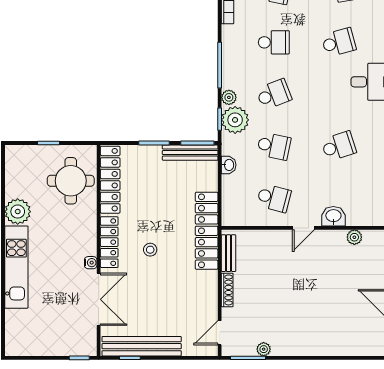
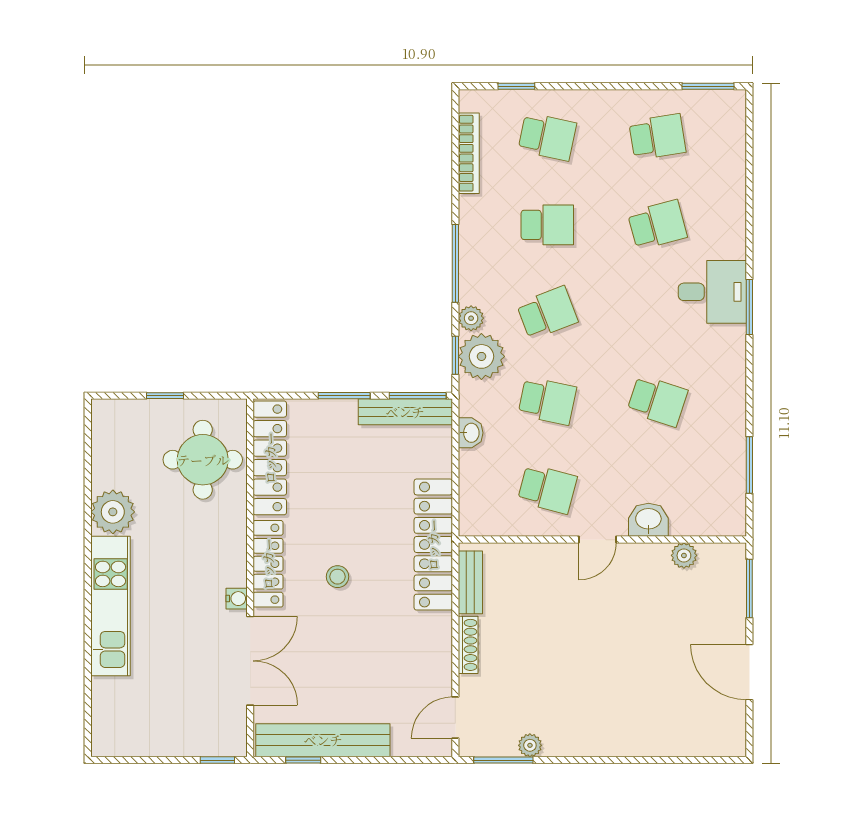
school desk: (339, 146) -> (657, 401), turned 36

